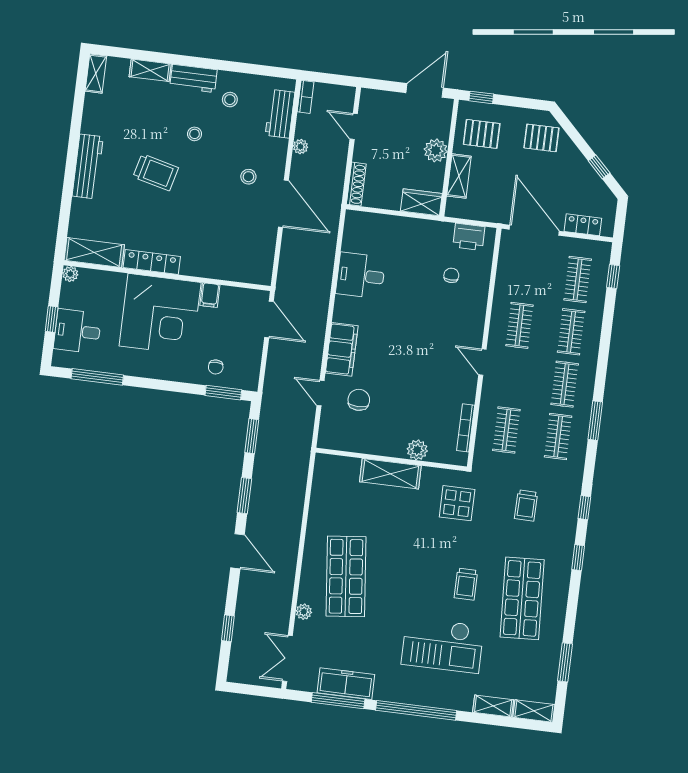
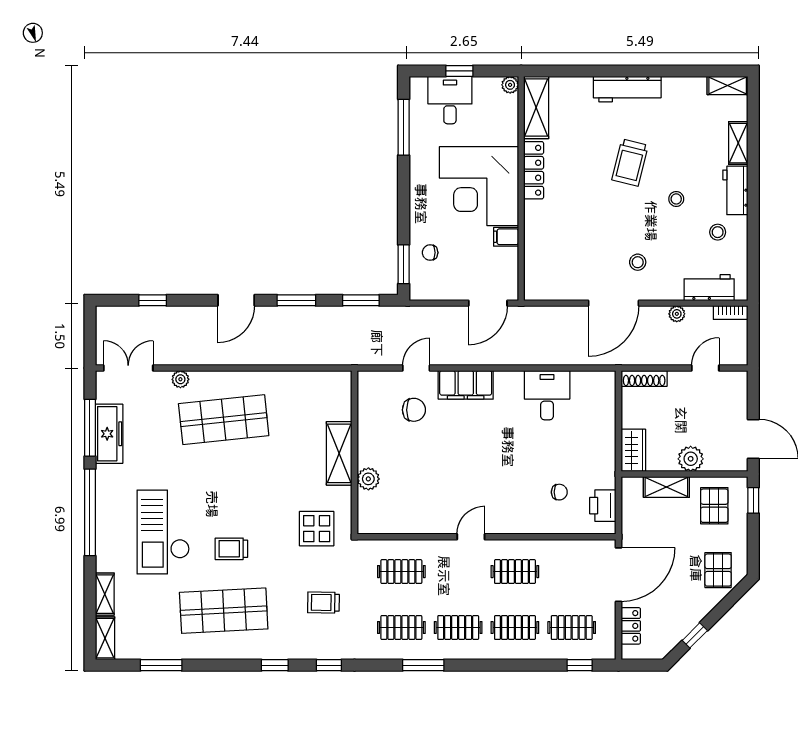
bookcase: (466, 428) -> (398, 528), removed

